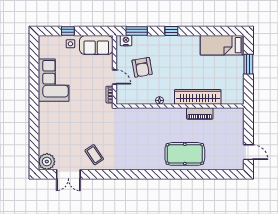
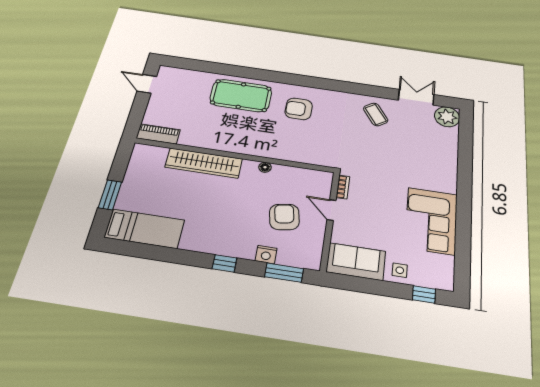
window: (68, 31) -> (424, 294), moved
nightstand: (126, 41) -> (266, 255), moved
piano: (200, 113) -> (158, 134), moved
armchair: (145, 150) -> (299, 109), added

